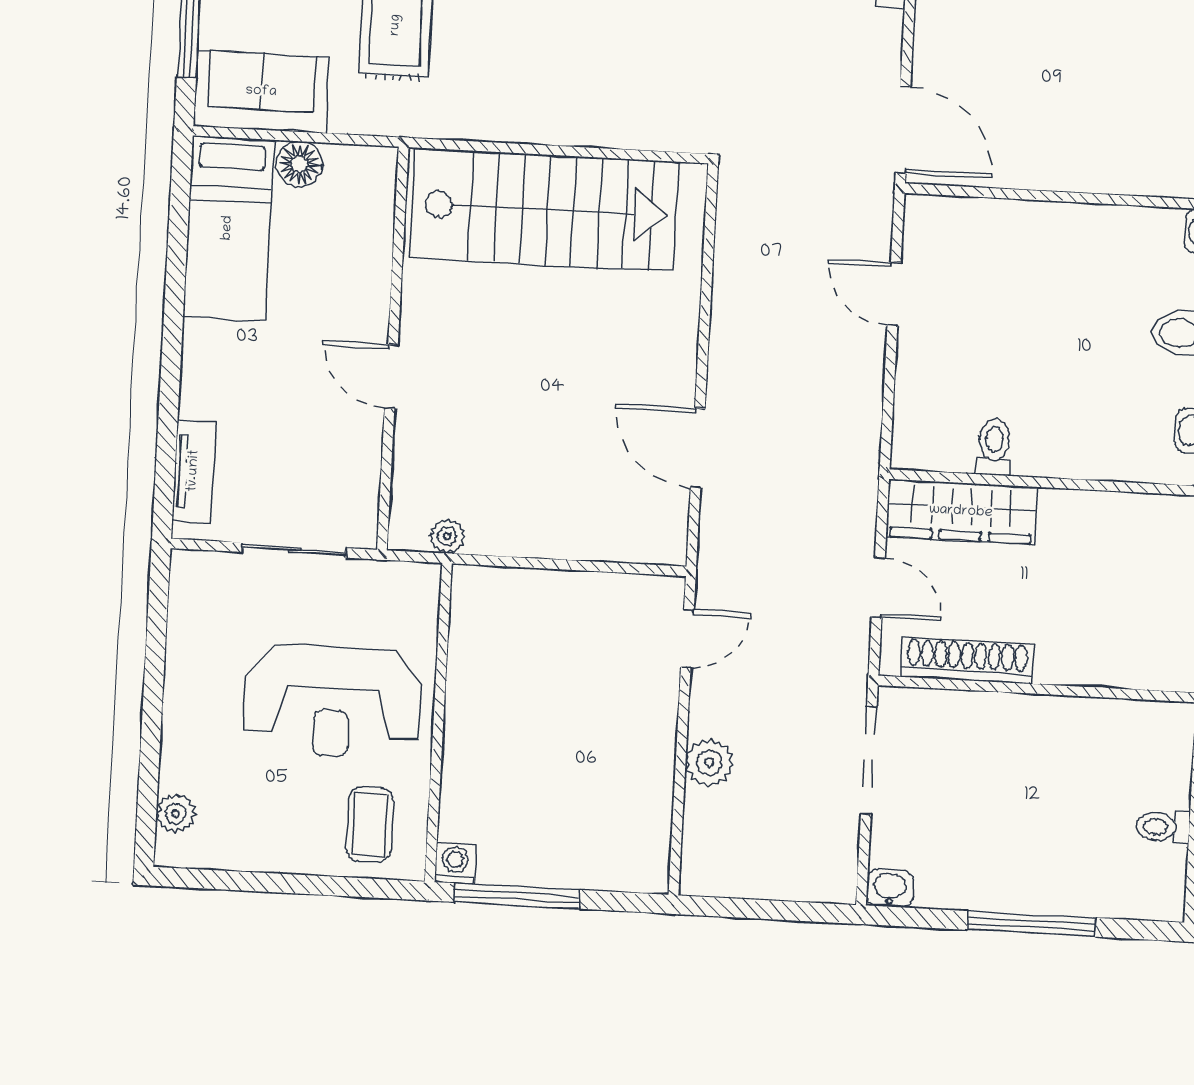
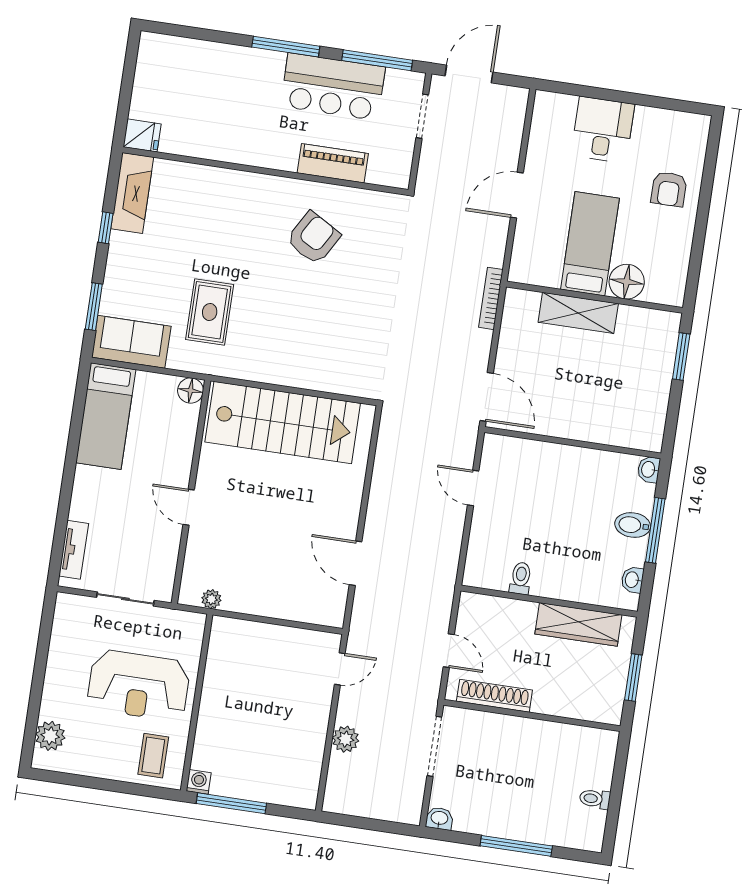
floor lamp: (299, 164) -> (191, 391), moved
wardrobe: (961, 512) -> (578, 624), moved
plant: (176, 813) -> (50, 736), width x1.38, depth x1.38

